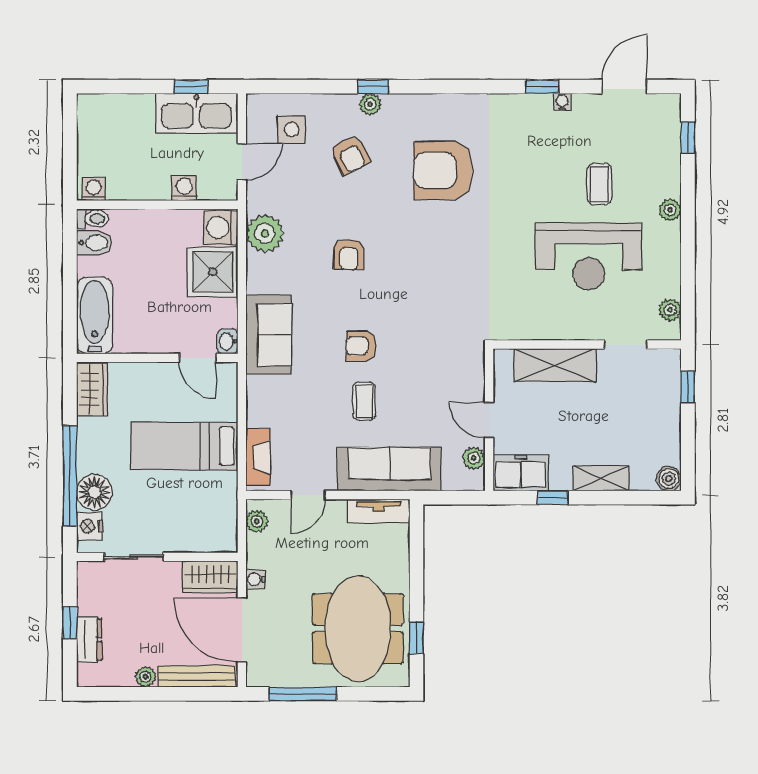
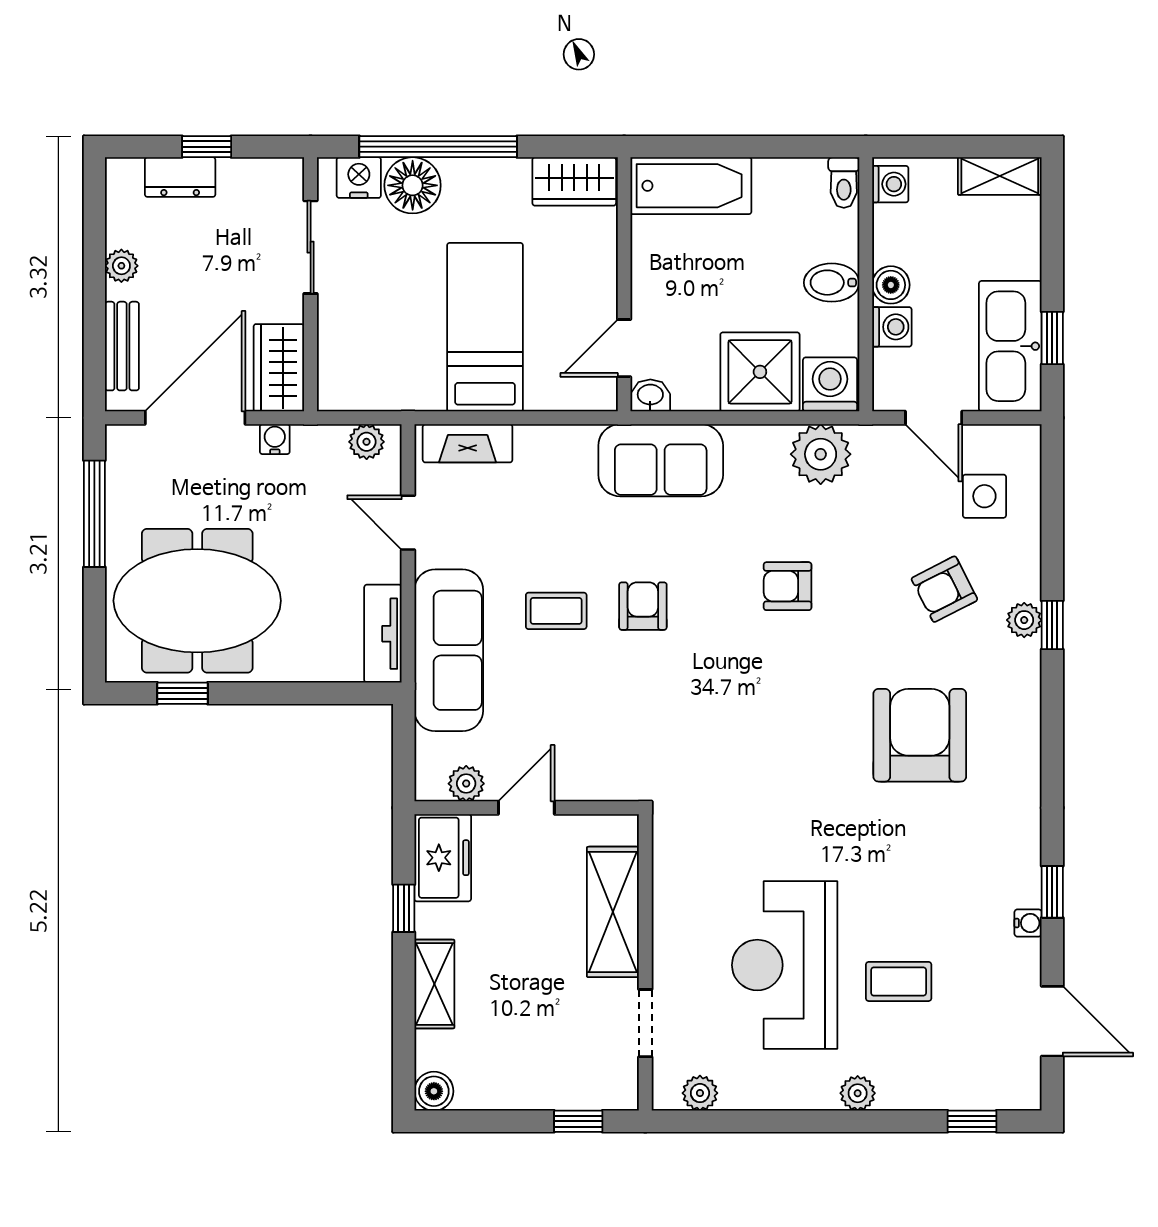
shelving: (88, 120) -> (1000, 176), added
boiler: (158, 189) -> (891, 285), added
bidet: (94, 243) -> (832, 283), moved, turned 90
bench: (196, 676) -> (122, 346), width x0.73

